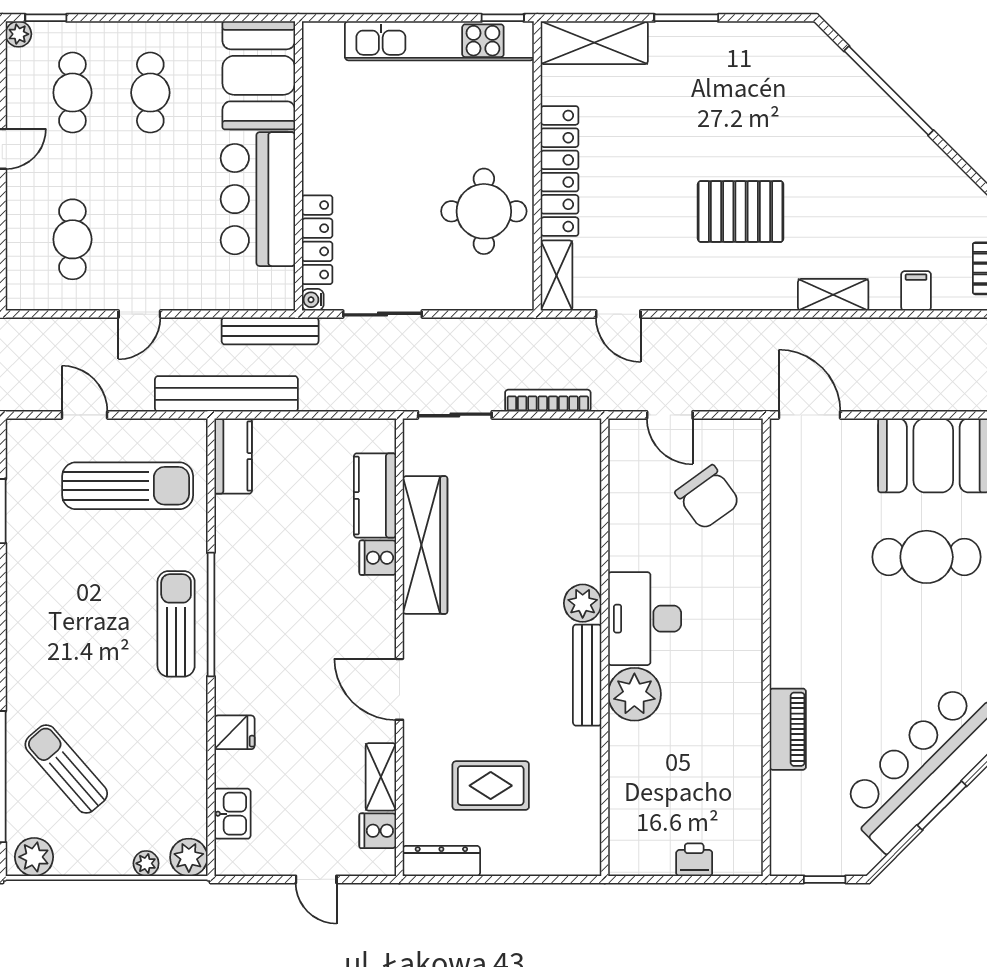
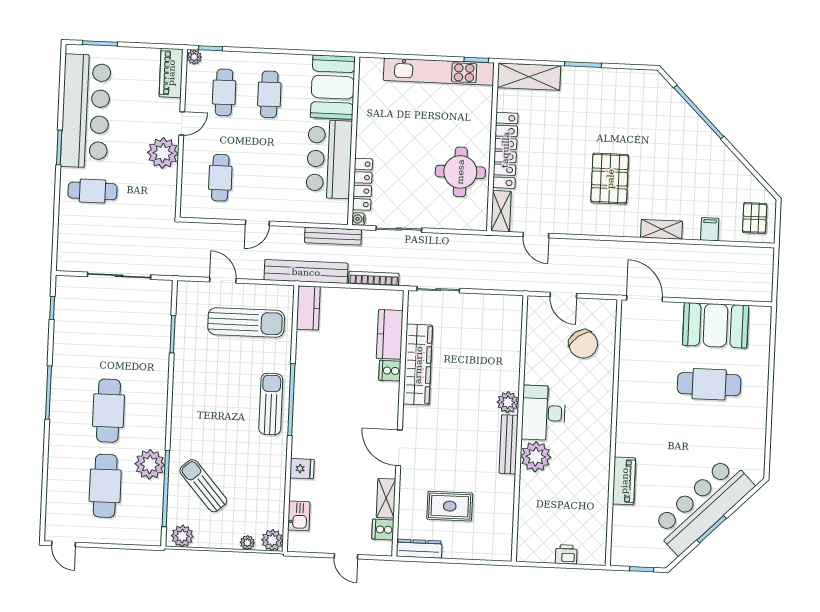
pallet: (741, 211) -> (610, 179), turned 90
bookcase: (548, 401) -> (374, 278), moved

